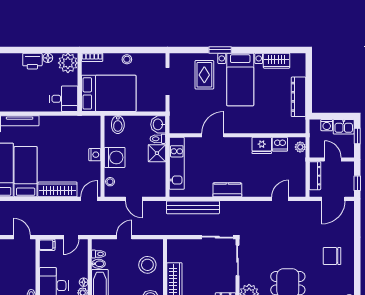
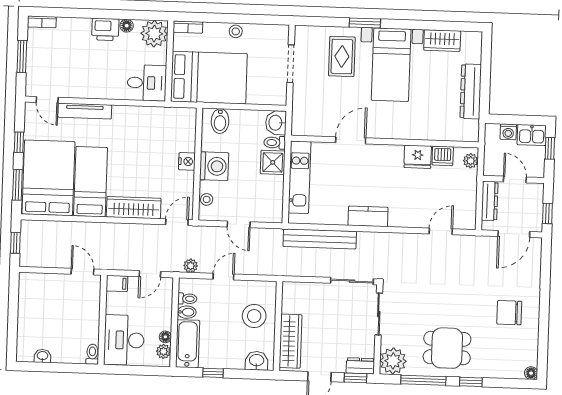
plant: (100, 230) -> (191, 266), added

